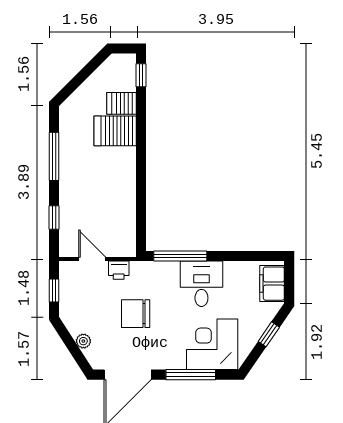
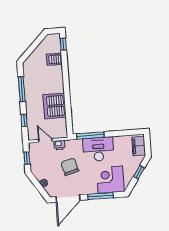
server rack: (115, 131) -> (55, 106), moved, width x1.60
desk: (201, 284) -> (98, 149), width x1.37
chair: (136, 314) -> (70, 167), turned 75

